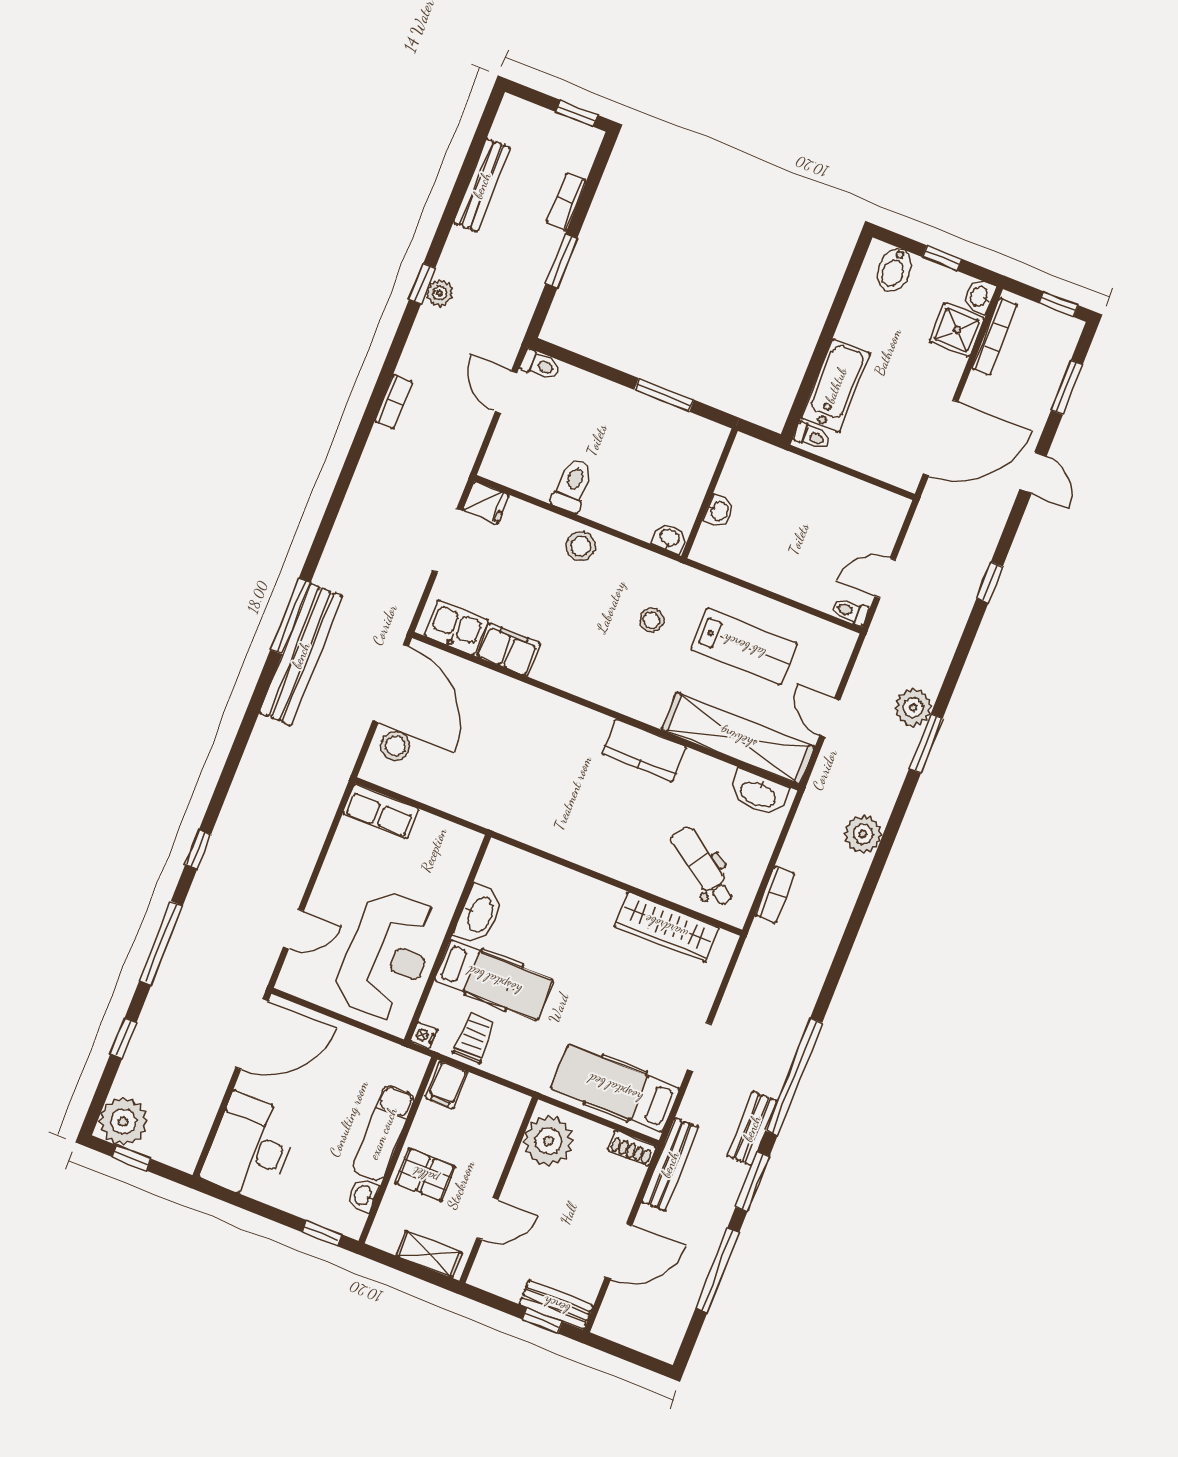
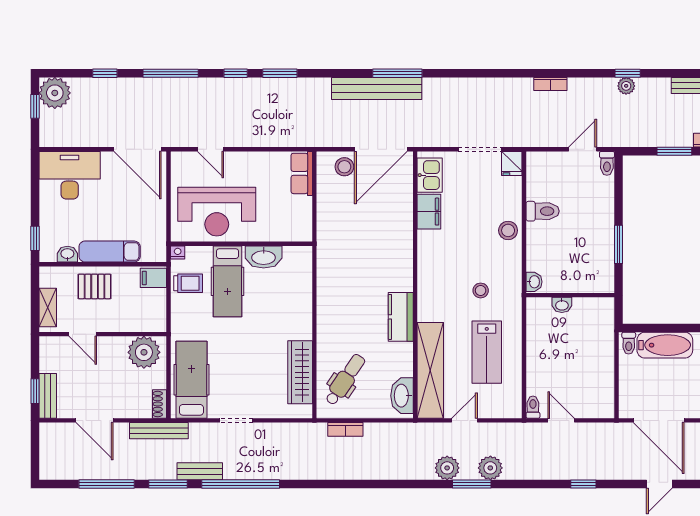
window: (223, 785) -> (280, 73), added
plant: (863, 834) -> (447, 468), moved
pallet: (425, 1175) -> (95, 286), turned 90

